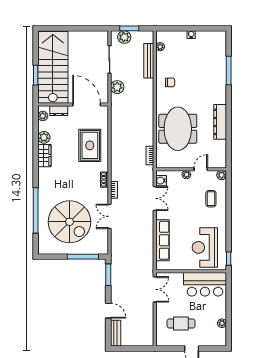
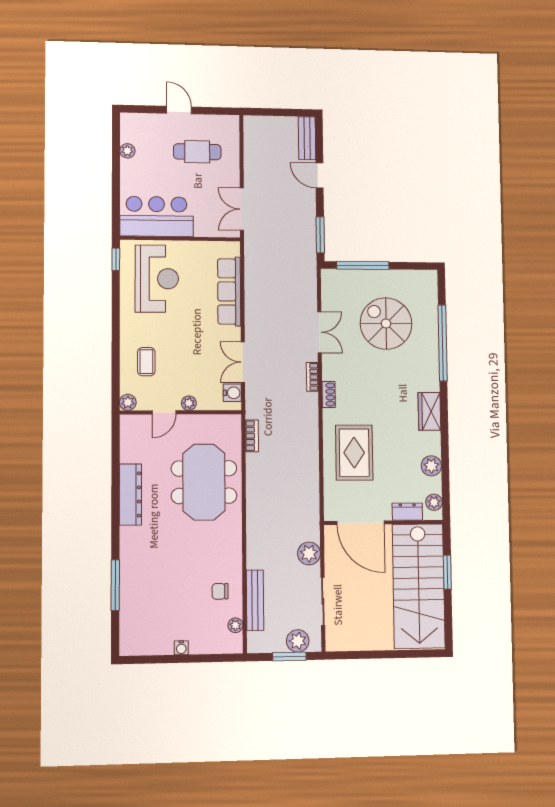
chair: (170, 82) -> (220, 591), moved
wardrobe: (44, 156) -> (429, 411), moved
spiral stairs: (70, 222) -> (386, 324), width x0.73, depth x0.73

